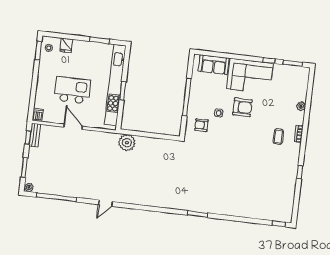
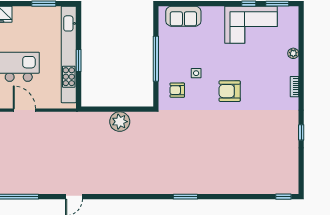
corner sofa: (250, 76) -> (251, 25), moved
armchair: (242, 107) -> (230, 91), moved, turned 180
coffee table: (278, 137) -> (270, 93), removed
plant: (127, 143) -> (120, 122), moved

